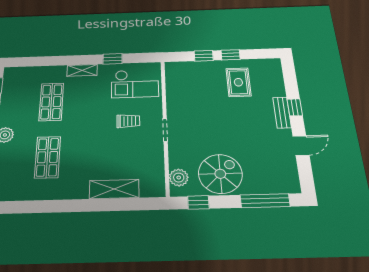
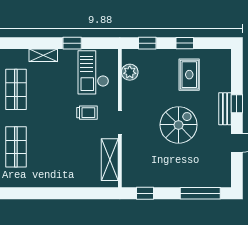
window: (204, 56) -> (147, 43), moved
checkout: (135, 84) -> (93, 72), turned 90
spiral stairs: (220, 174) -> (179, 125), moved
plant: (179, 178) -> (130, 72), moved
shelving: (114, 189) -> (110, 160), moved, turned 90

